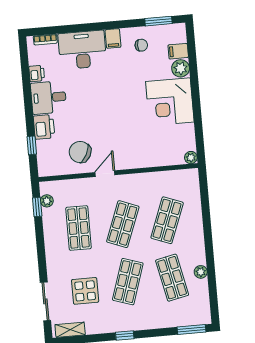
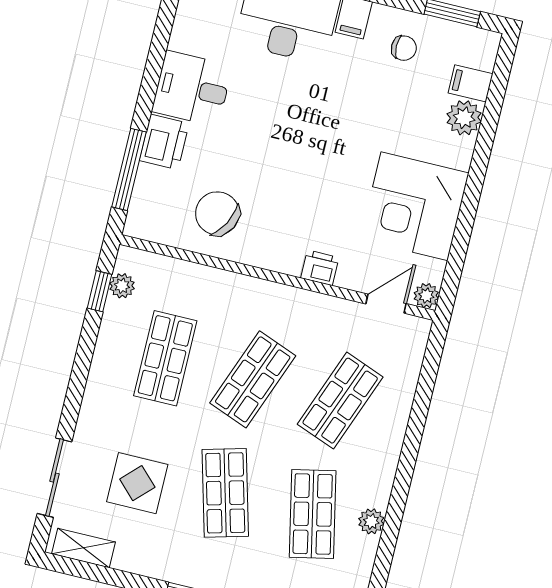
printer: (37, 73) -> (320, 268), moved, turned -90
corner desk: (170, 102) -> (414, 206), moved
window: (32, 145) -> (129, 169), width x2.17
door: (105, 174) -> (386, 304), moved
shop shelf: (128, 282) -> (225, 493), turned -33

